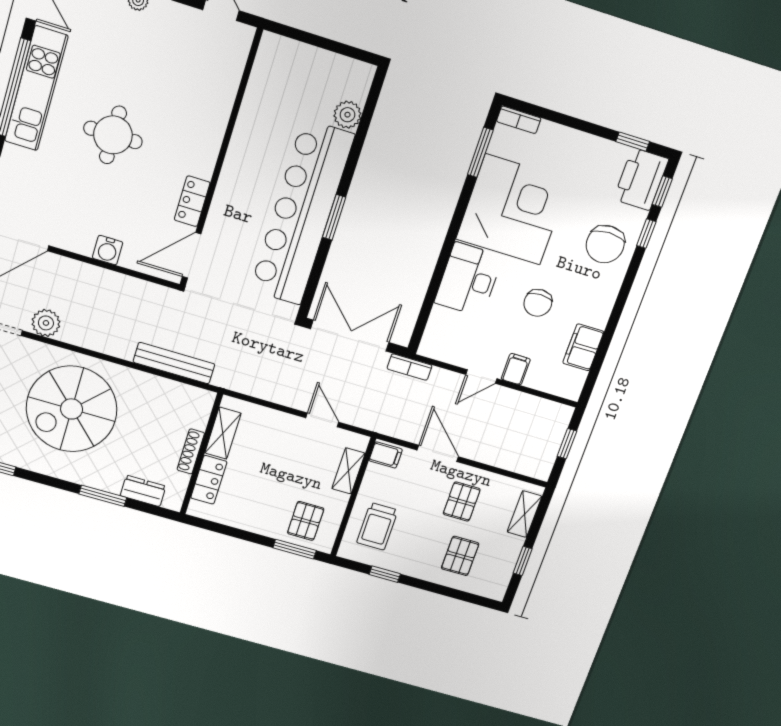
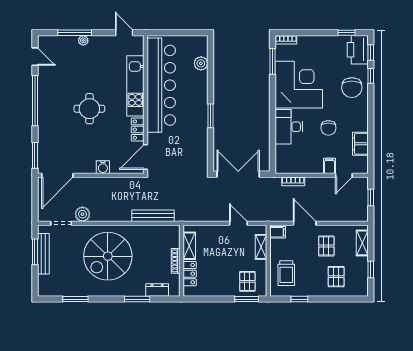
kitchen unit: (36, 88) -> (135, 86), moved, turned 180
bar counter: (302, 213) -> (161, 85), moved, turned 180
bookcase: (410, 367) -> (293, 181), moved
door: (481, 377) -> (344, 175), moved

